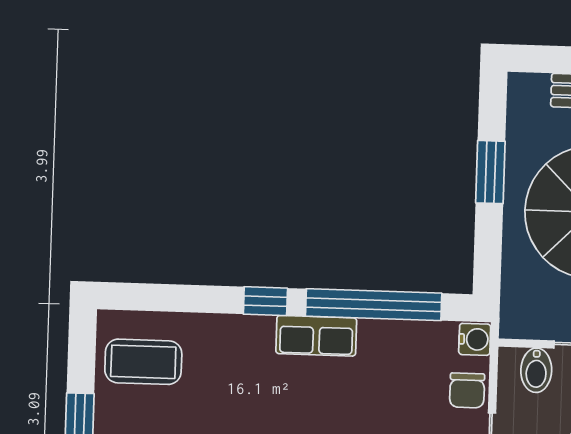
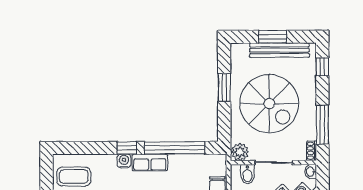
plant: (521, 320) -> (240, 152), added
water cooler: (475, 339) -> (124, 161), moved, turned -90

